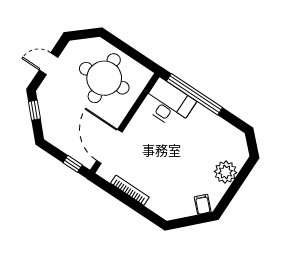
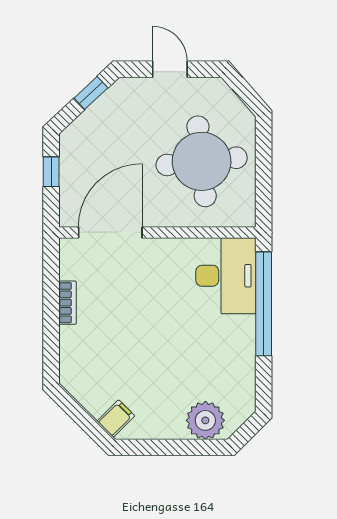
window: (73, 164) -> (51, 172), moved
plant: (225, 172) -> (205, 420), moved
bookcase: (130, 190) -> (68, 303), width x0.64

